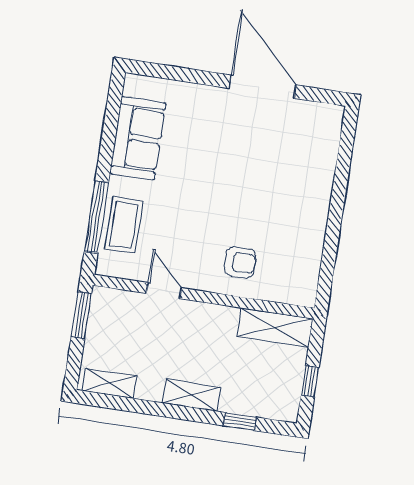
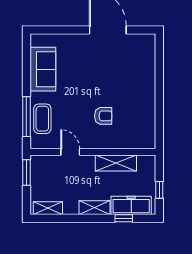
armchair: (240, 262) -> (103, 116), moved
shelving: (275, 327) -> (116, 163), moved
freezer: (256, 401) -> (131, 205), added

